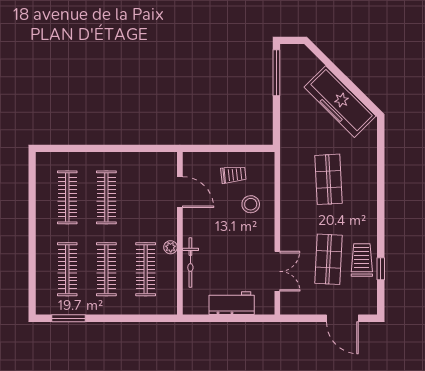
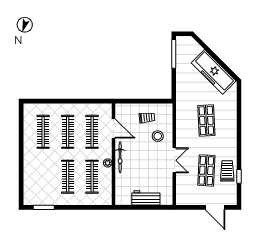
bicycle: (190, 263) -> (120, 157), moved
clothes rail: (67, 269) -> (92, 132), moved
double door: (277, 271) -> (174, 160), moved

